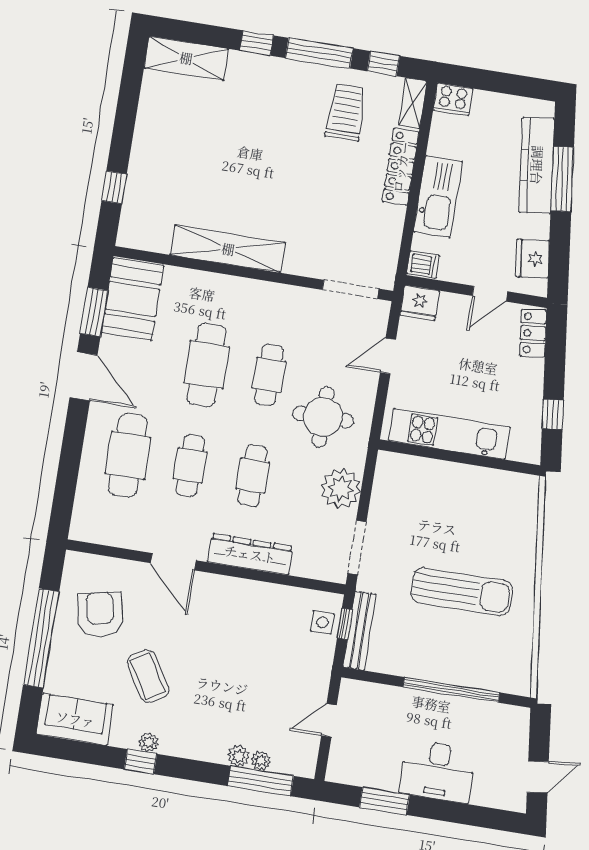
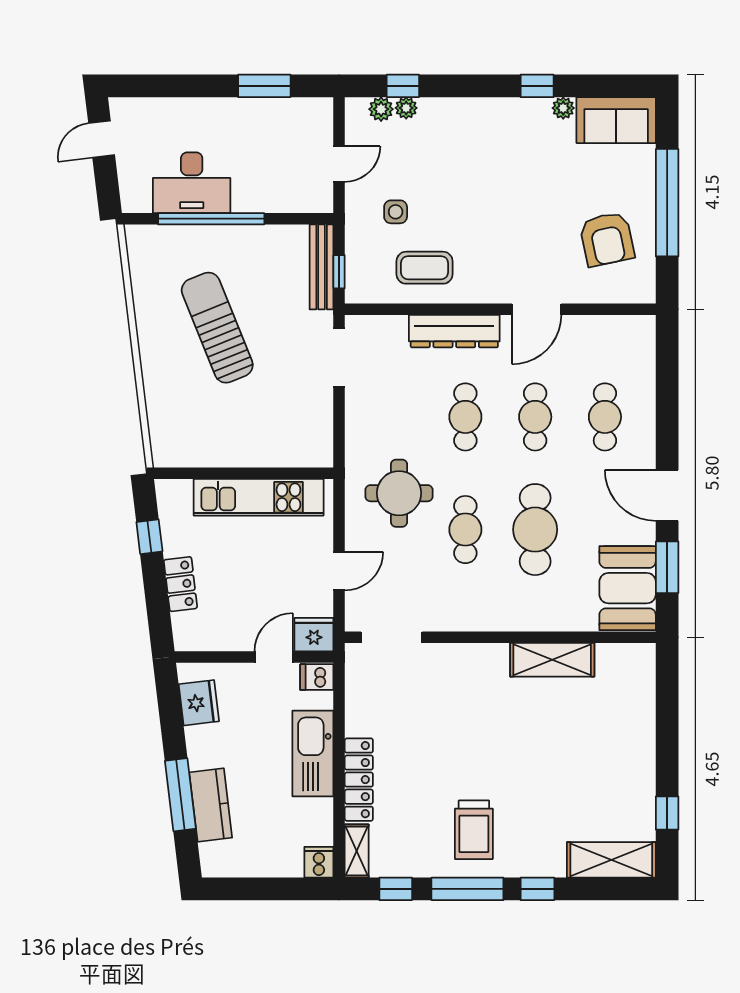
cooker: (453, 99) -> (319, 862), width x0.73
trolley: (346, 112) -> (474, 830), moved
kitchen counter: (537, 165) -> (211, 805), width x0.67
window: (114, 187) -> (667, 813), moved
shelving: (228, 249) -> (552, 660), width x0.68
door: (490, 294) -> (274, 657), moved
locker: (533, 333) -> (181, 584), moved
cafe table: (128, 455) -> (605, 417), width x0.73, depth x0.74
plant: (341, 488) -> (367, 419), removed
door: (173, 562) -> (537, 309), swing flipped
sun lounger: (462, 592) -> (217, 328), turned 68
side table: (322, 622) -> (396, 212), moved
coffee table: (148, 676) -> (425, 268), moved, turned -58
plant: (149, 742) -> (563, 108), moved
plant: (239, 756) -> (381, 109), moved
desk: (437, 771) -> (192, 183), moved, turned 180
window: (261, 781) -> (403, 86), width x0.46

